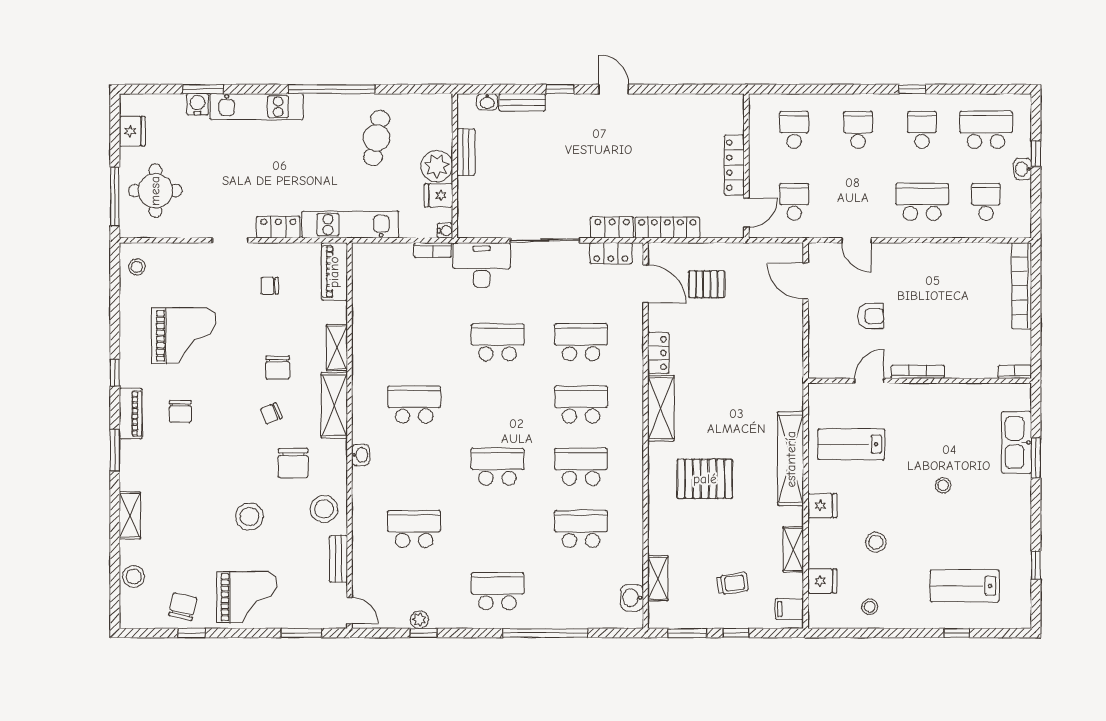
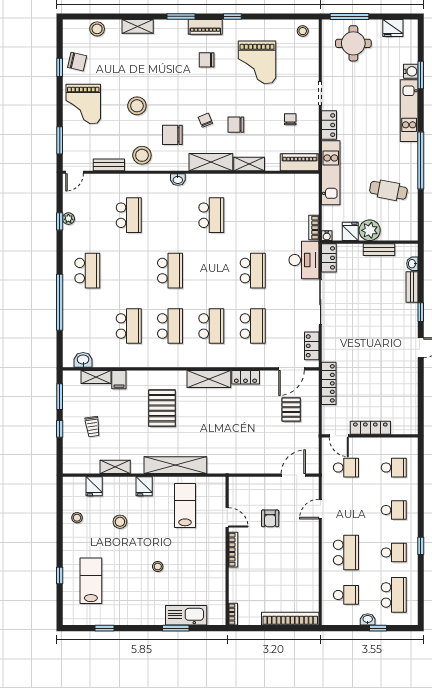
locker: (612, 227) -> (329, 258), moved
filing cabinet: (789, 609) -> (119, 380), moved, turned 180

